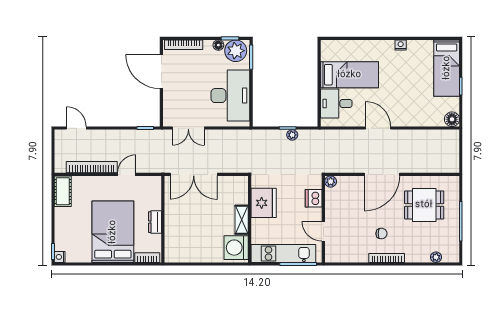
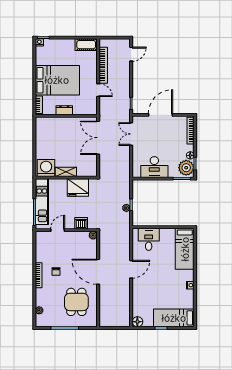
door: (161, 72) -> (160, 115), moved
bed: (349, 75) -> (185, 249), moved
desk: (230, 96) -> (154, 167), width x0.73, depth x0.77

